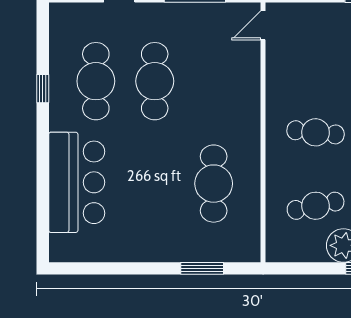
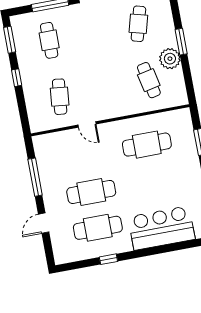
door: (263, 25) -> (87, 125), moved
cafe table: (316, 132) -> (60, 97), moved

